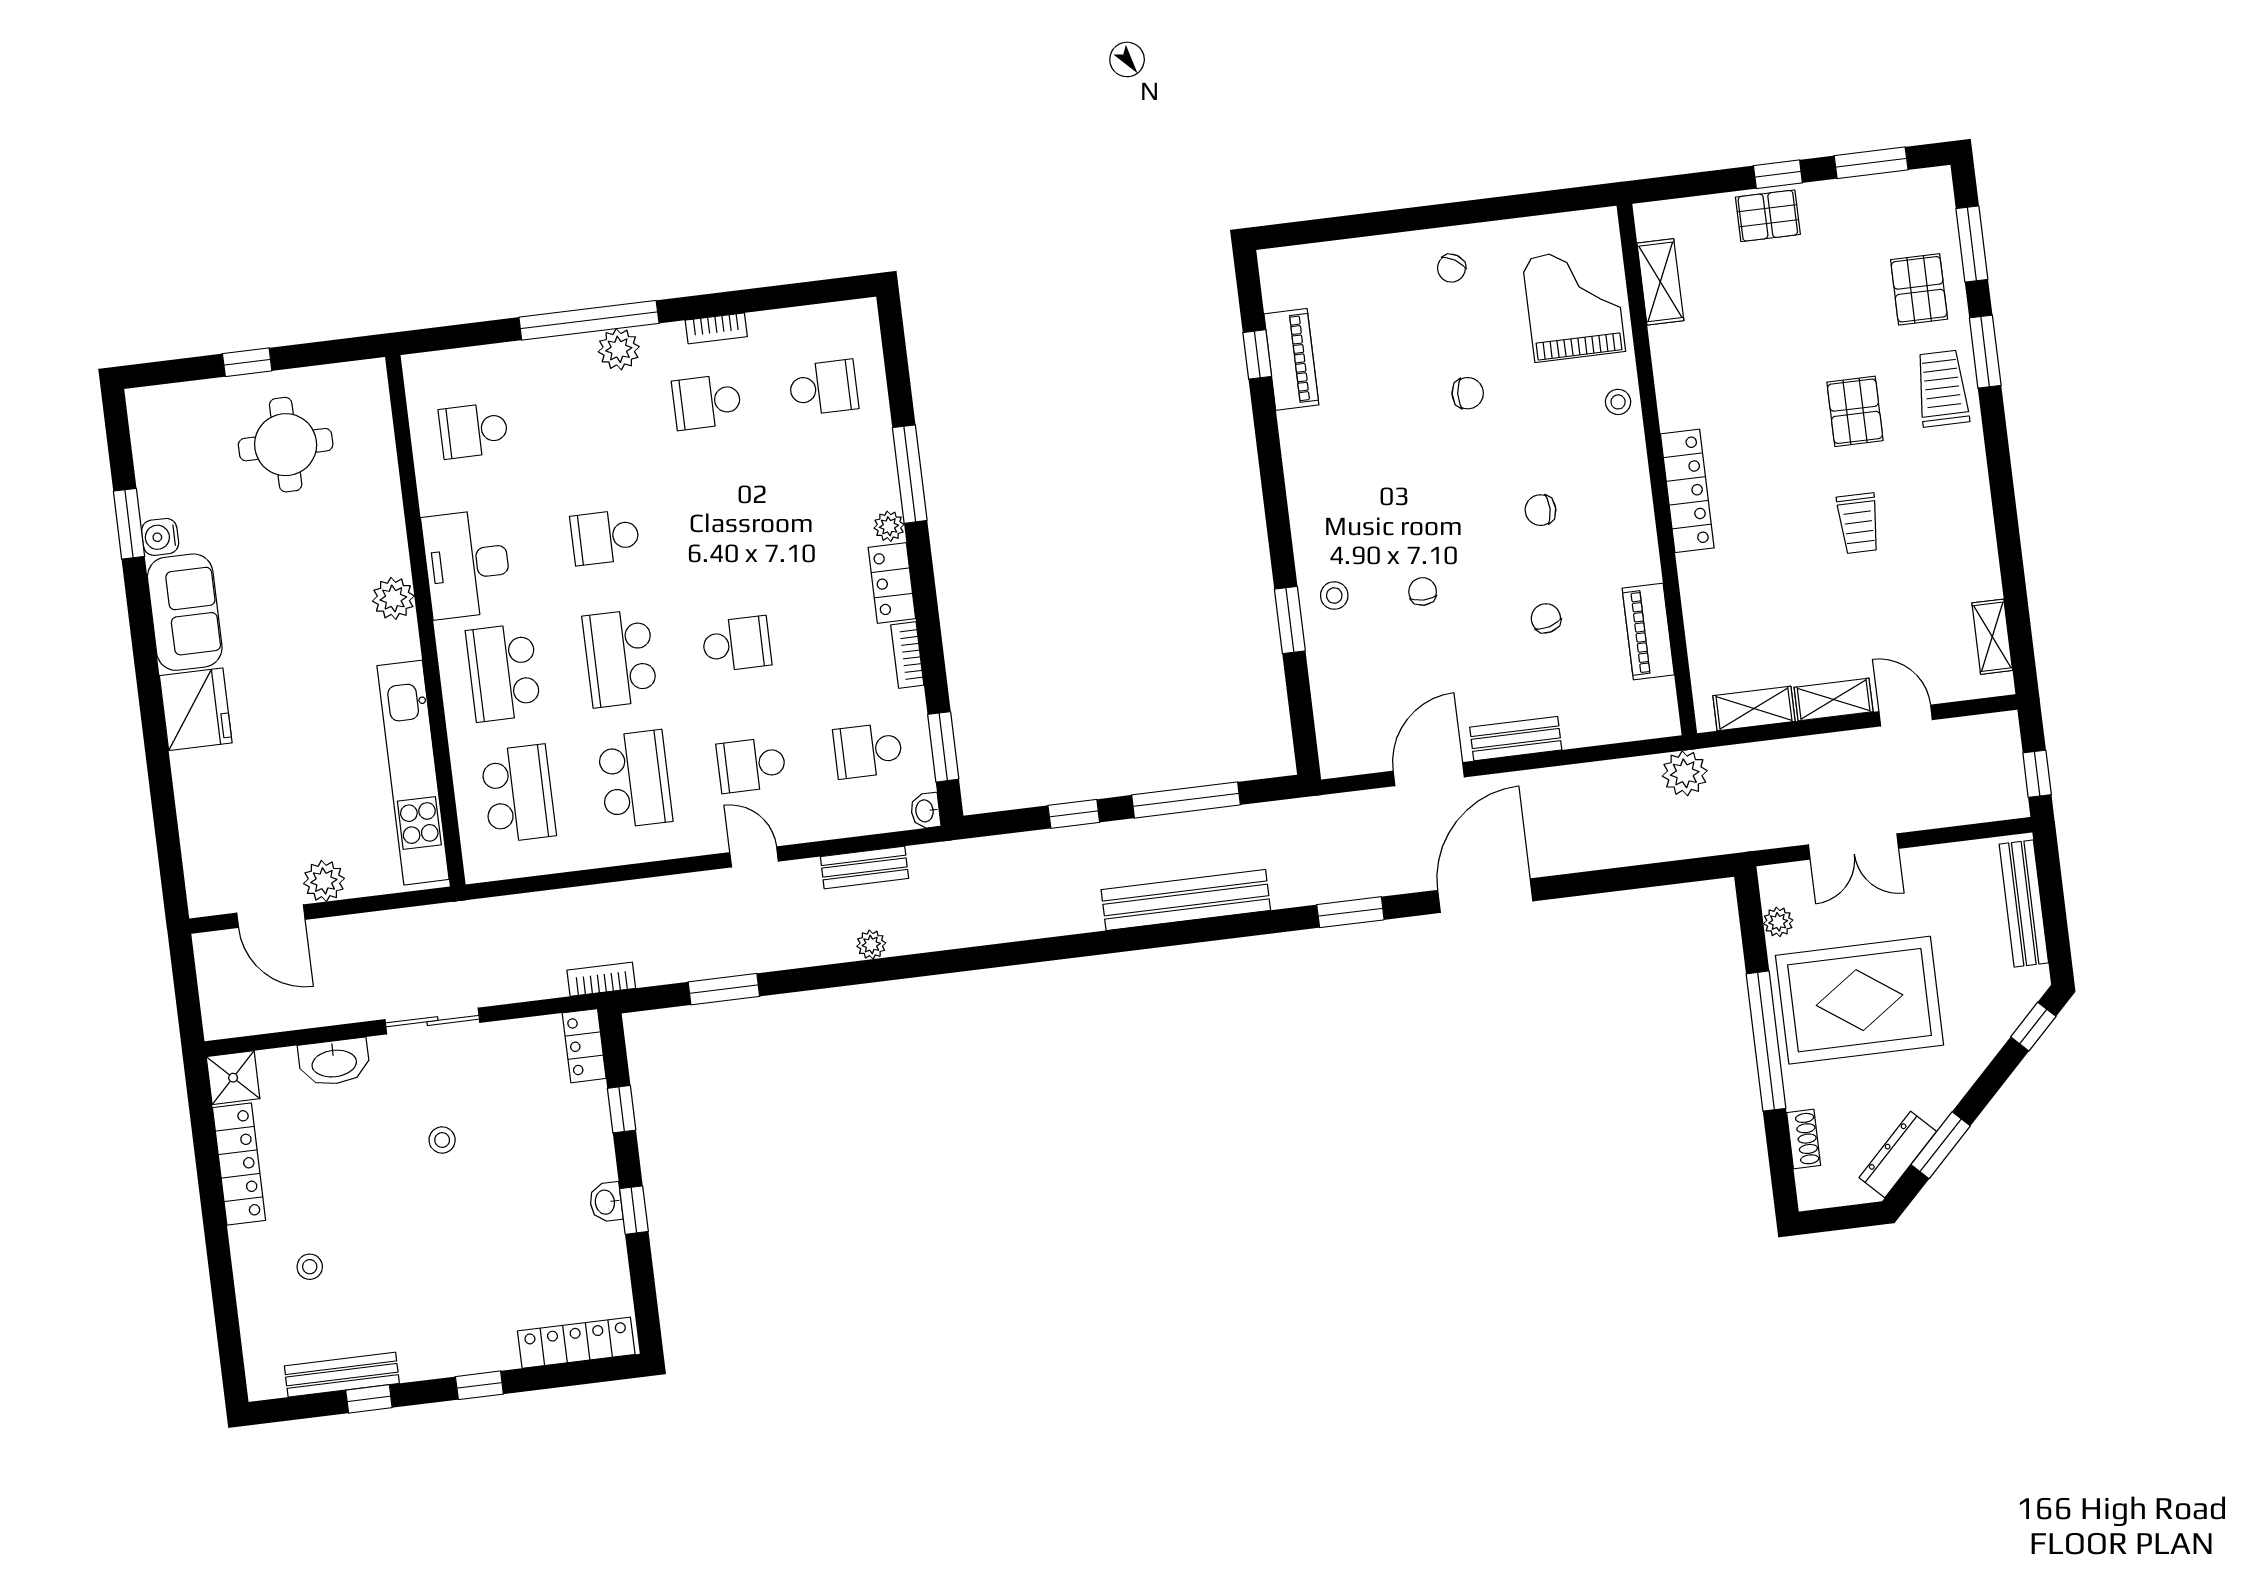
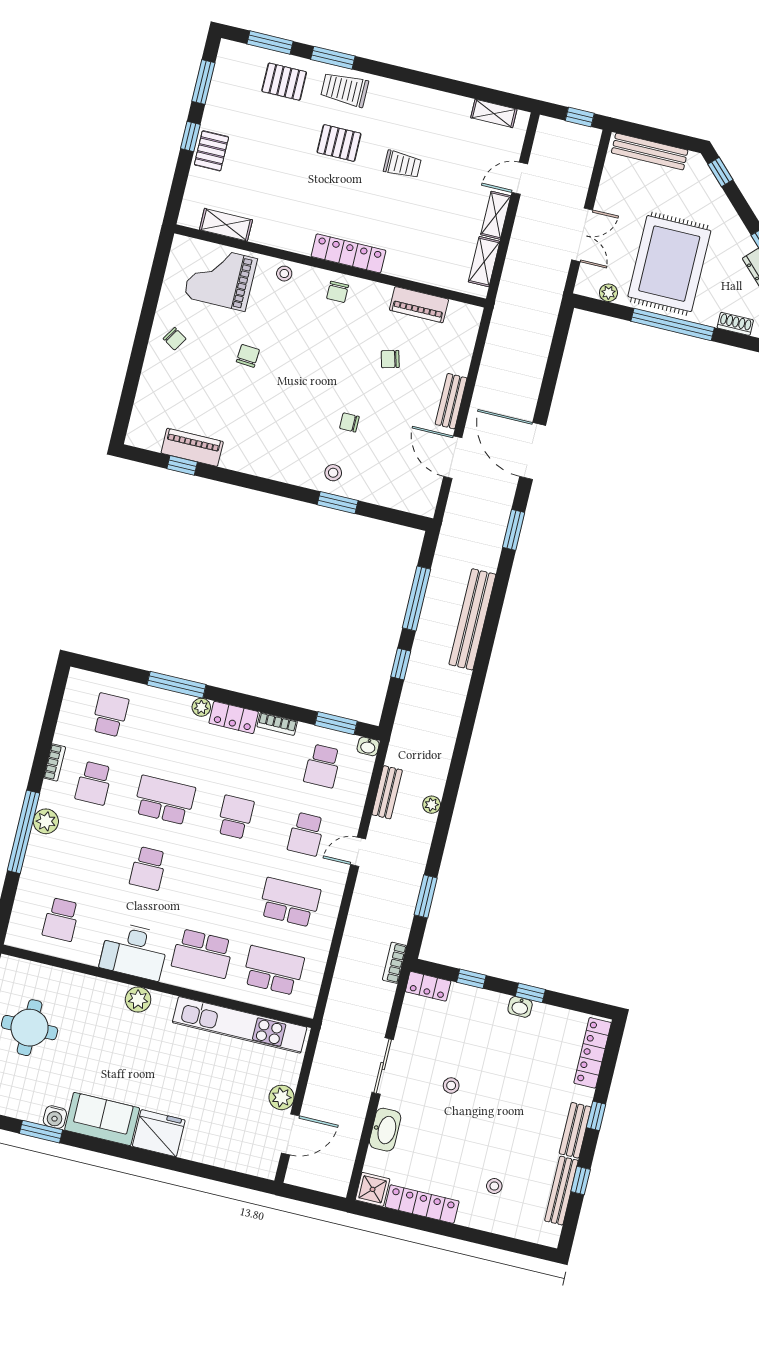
chair: (1540, 510) -> (338, 292), moved
school desk: (620, 658) -> (165, 800), moved, turned 180
plant: (1685, 773) -> (506, 314), removed
bench: (445, 1361) -> (575, 1130), added

